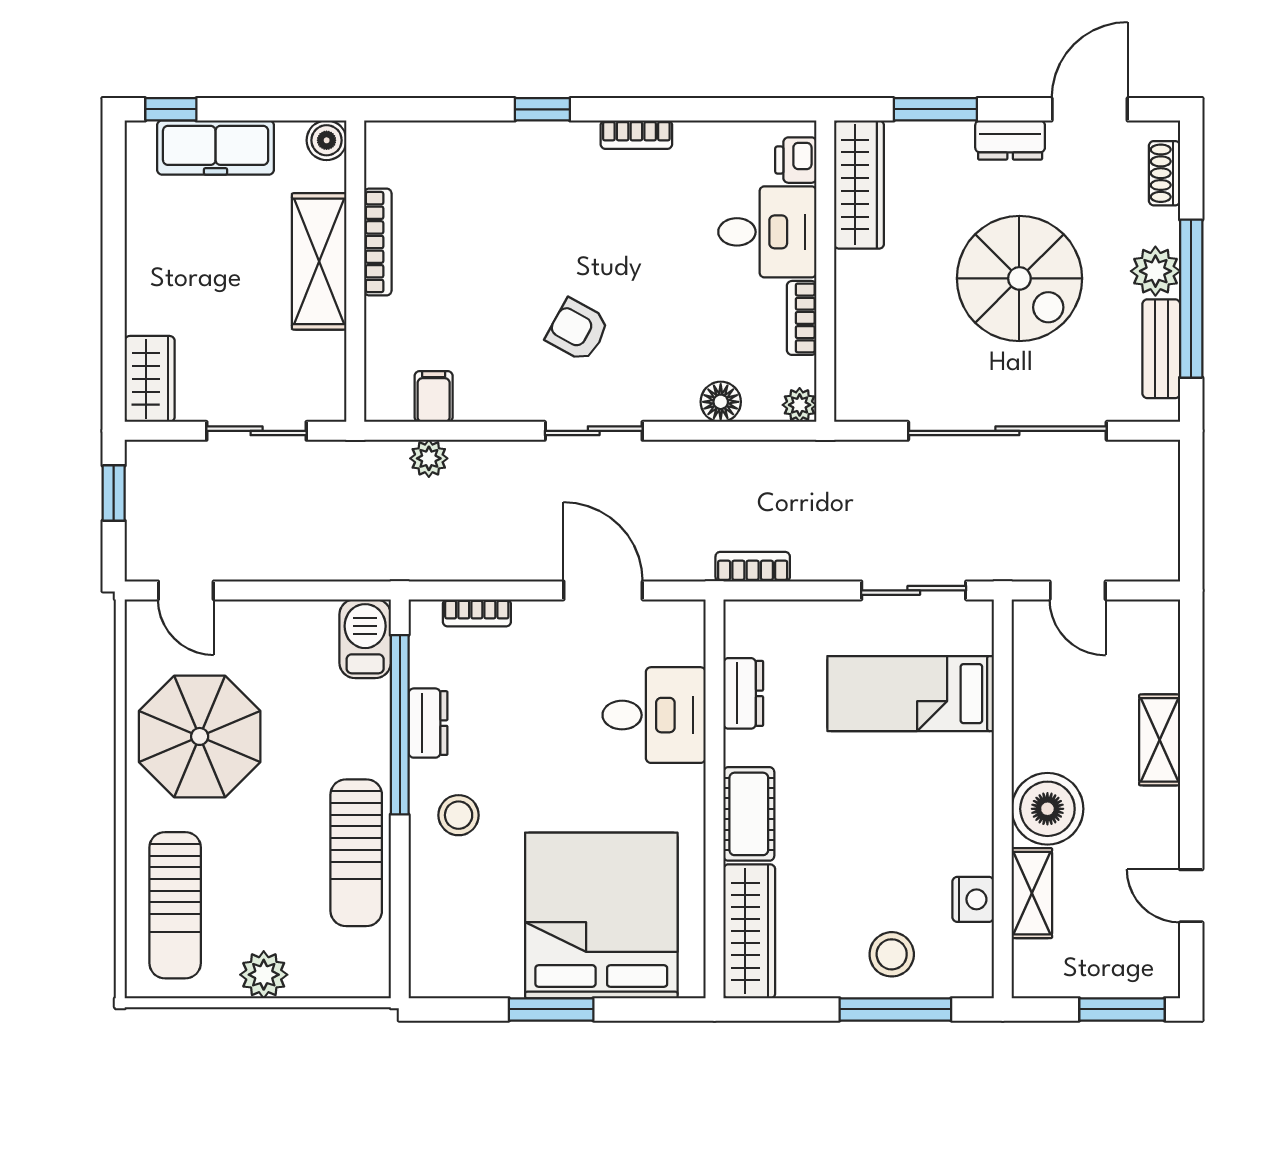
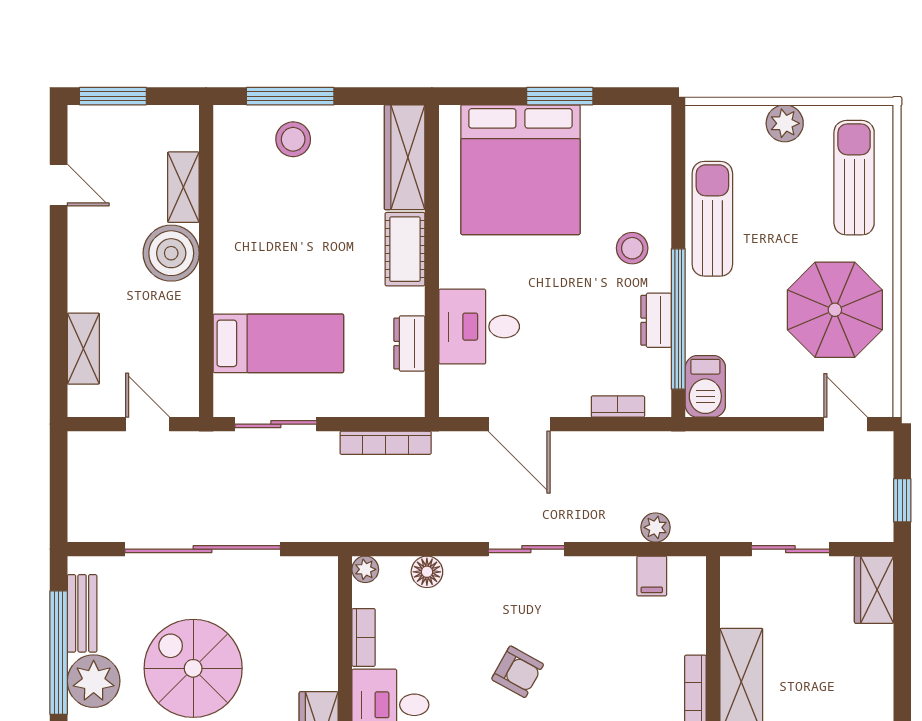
plant: (1155, 271) -> (94, 681), width x1.36, depth x1.36
armchair: (578, 330) -> (518, 672), moved
bookcase: (753, 567) -> (386, 443), width x1.56
shelving: (1160, 740) -> (83, 349), moved
nightstand: (973, 899) -> (229, 182), removed

